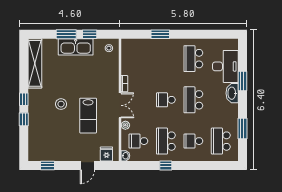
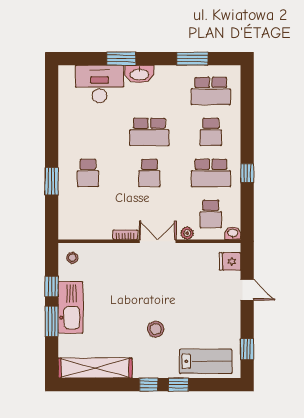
school desk: (193, 59) -> (88, 173), moved, width x0.54
lab bench: (88, 116) -> (206, 361), moved

